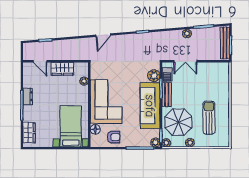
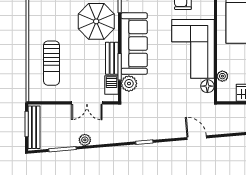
door: (103, 35) -> (197, 138), hinge flipped
double door: (185, 61) -> (87, 103), swing flipped
sun lounger: (209, 118) -> (52, 63), moved
floor lamp: (95, 129) -> (207, 86), moved

